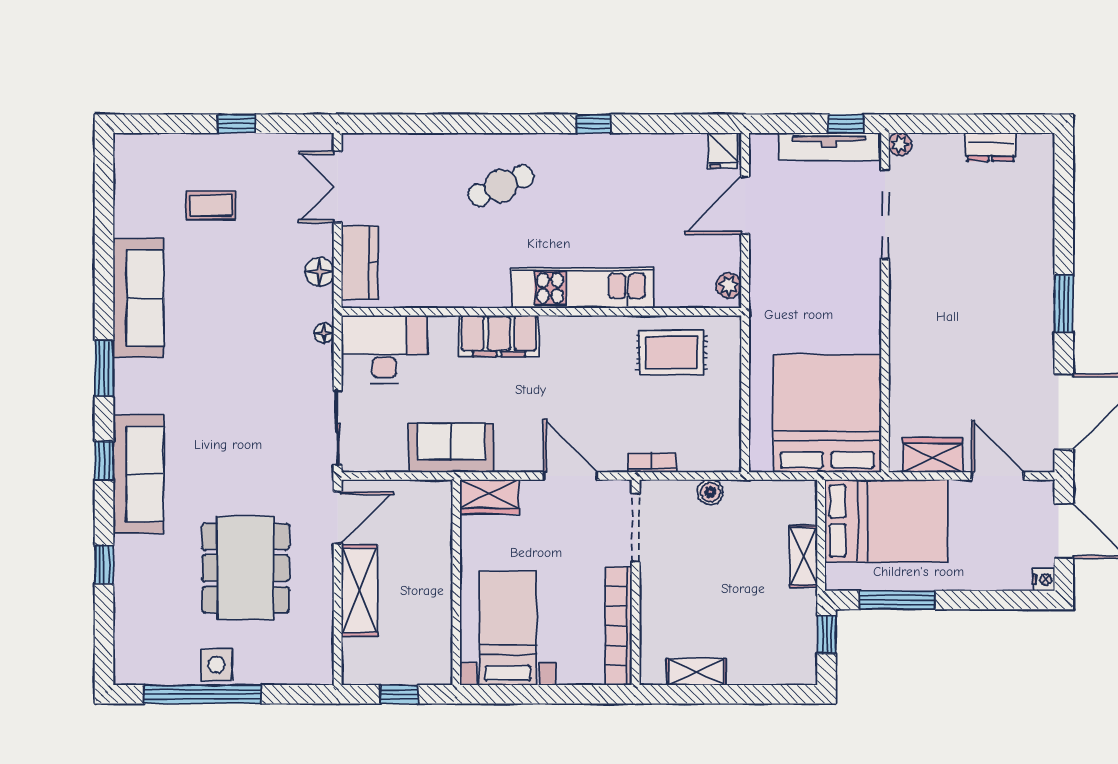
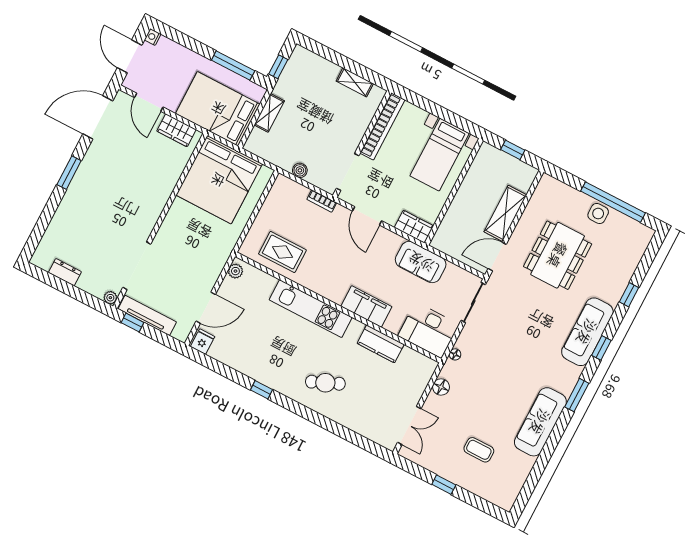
kitchen counter: (360, 263) -> (381, 344), moved, turned -90

